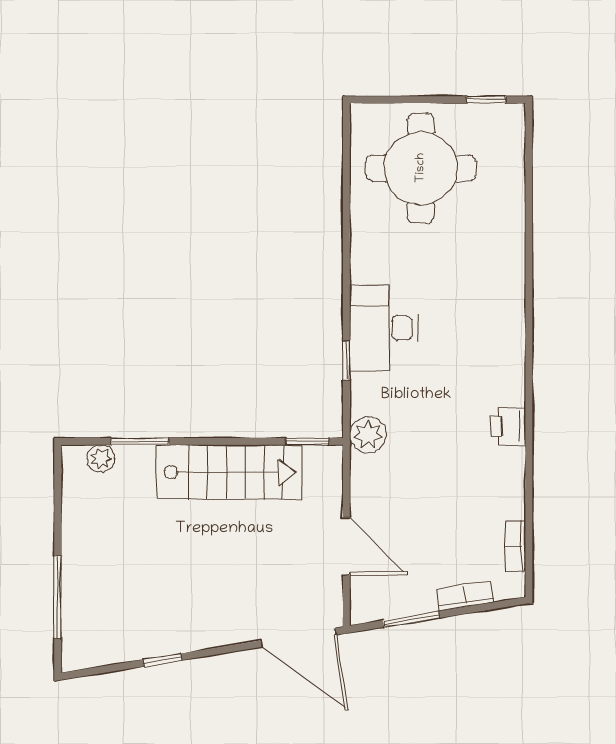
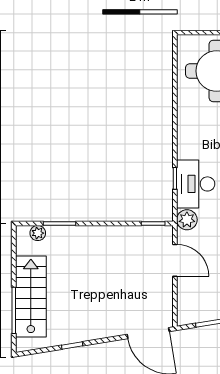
desk: (384, 328) -> (196, 184), moved
stairs: (229, 472) -> (31, 297), moved, turned -90
door: (346, 546) -> (175, 260), moved

